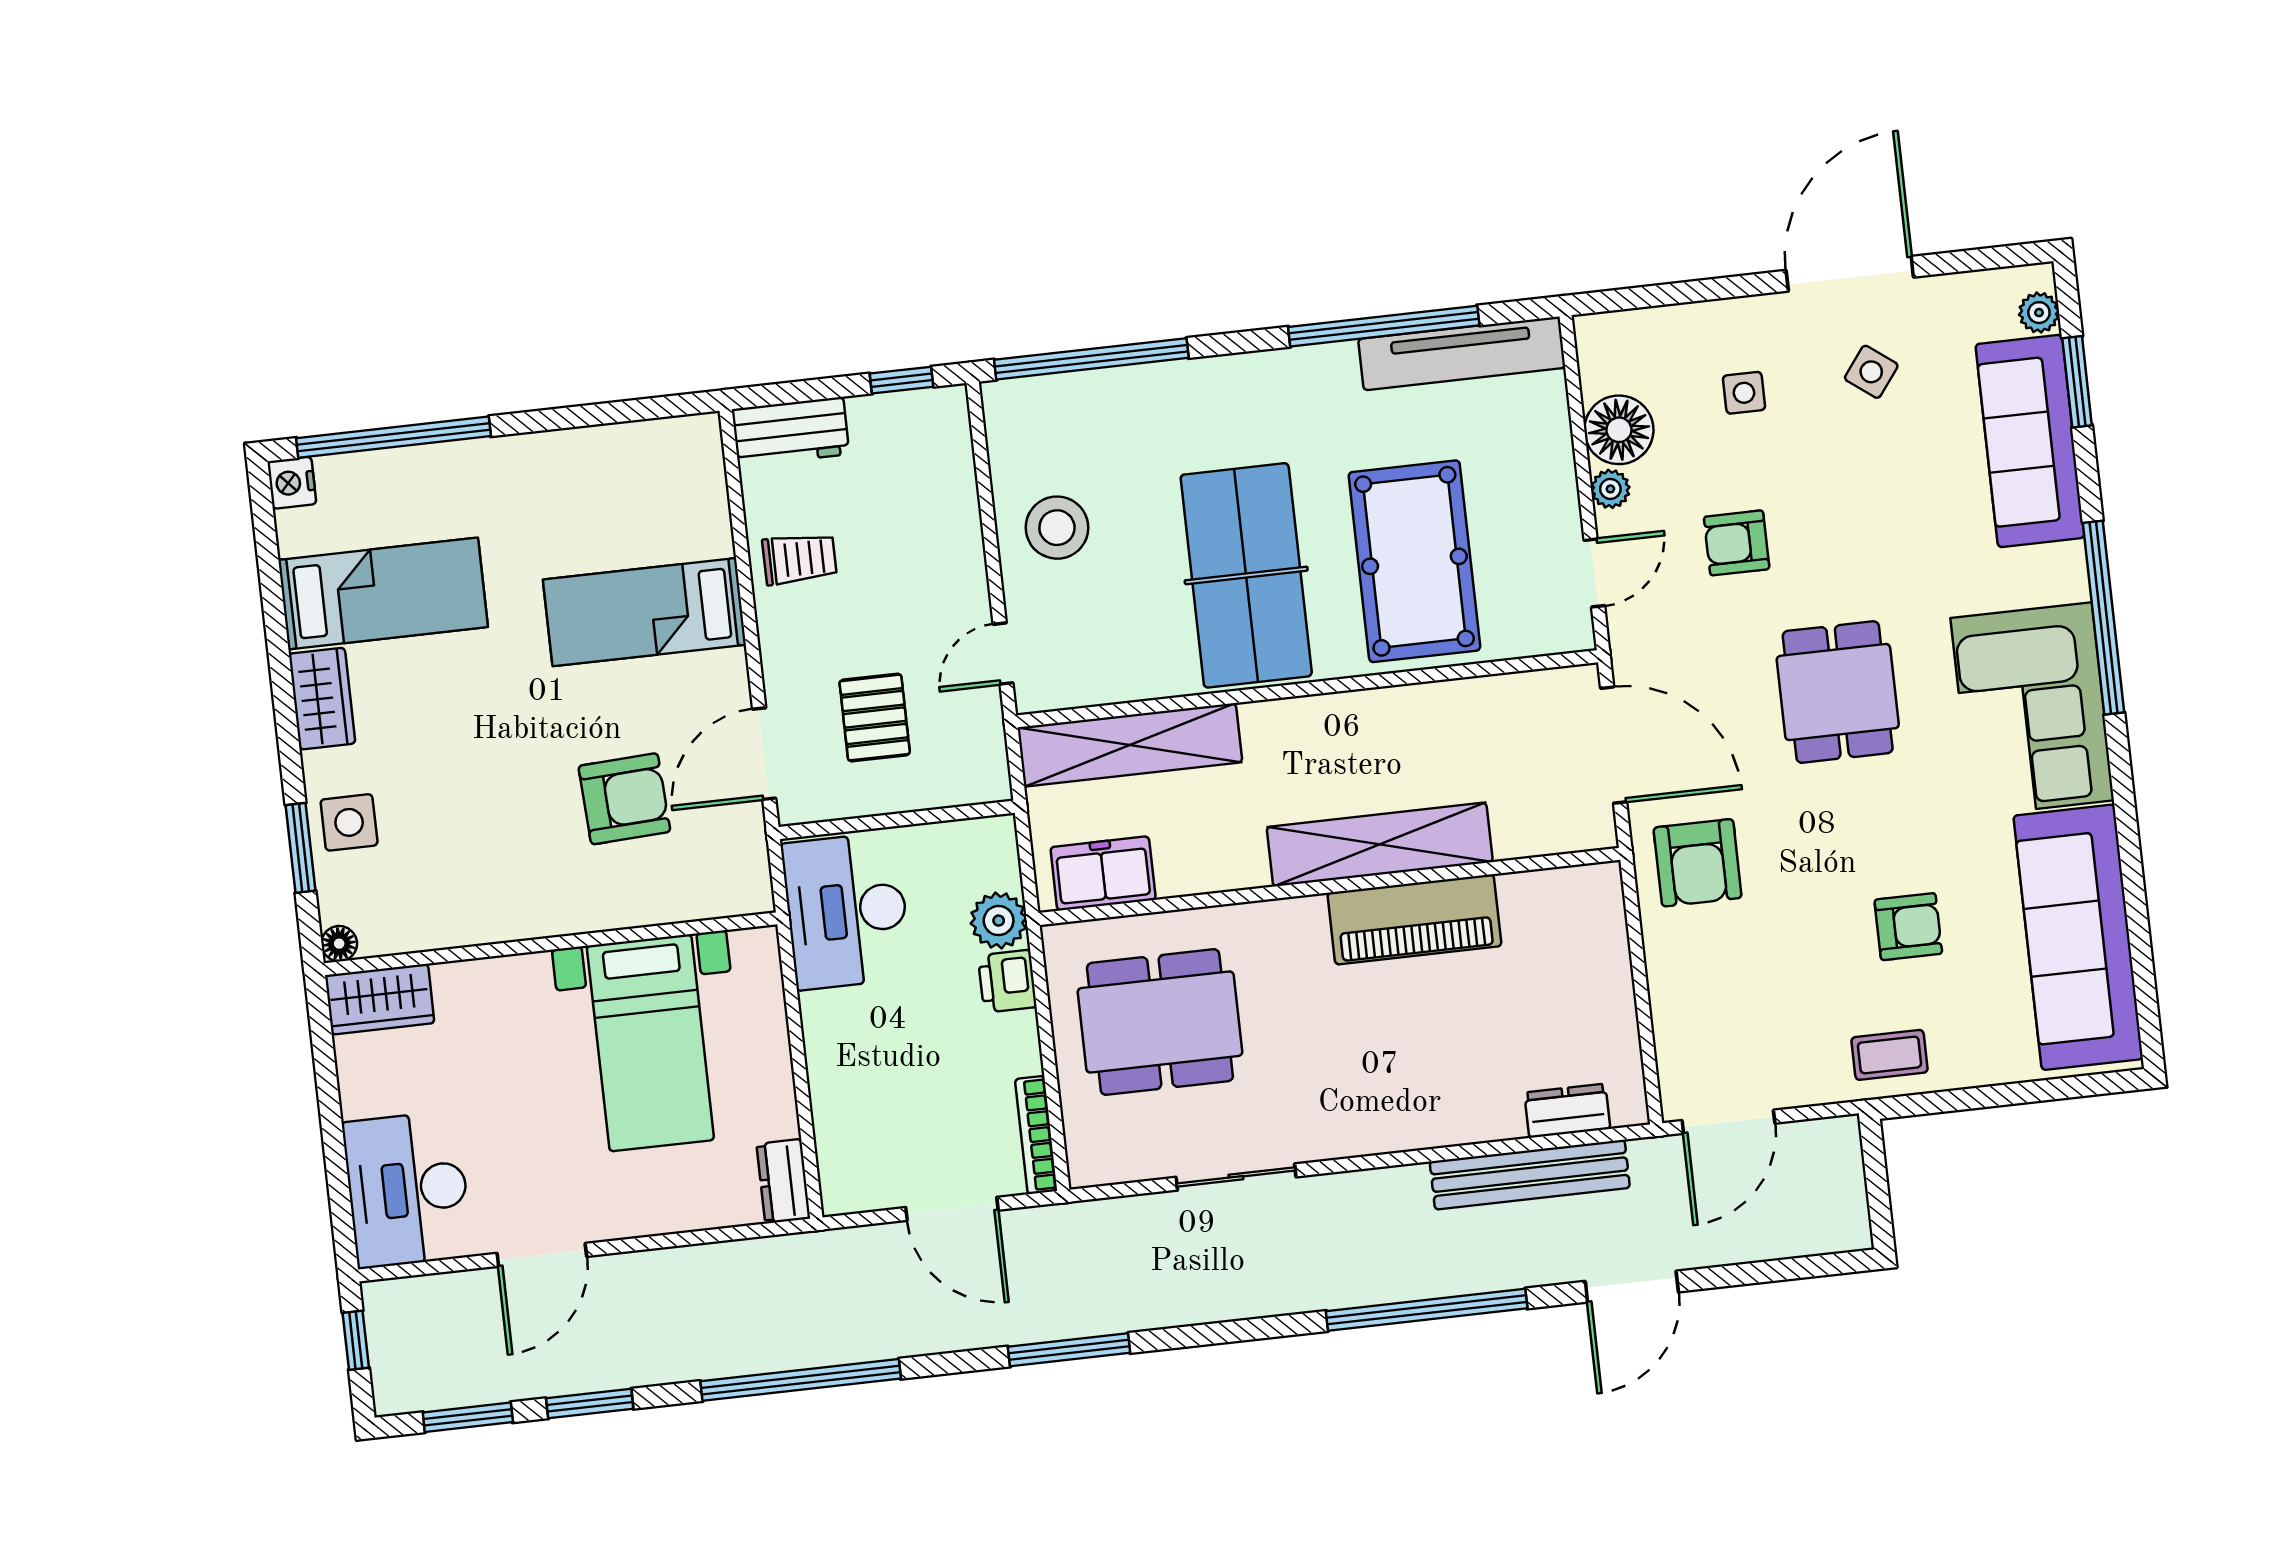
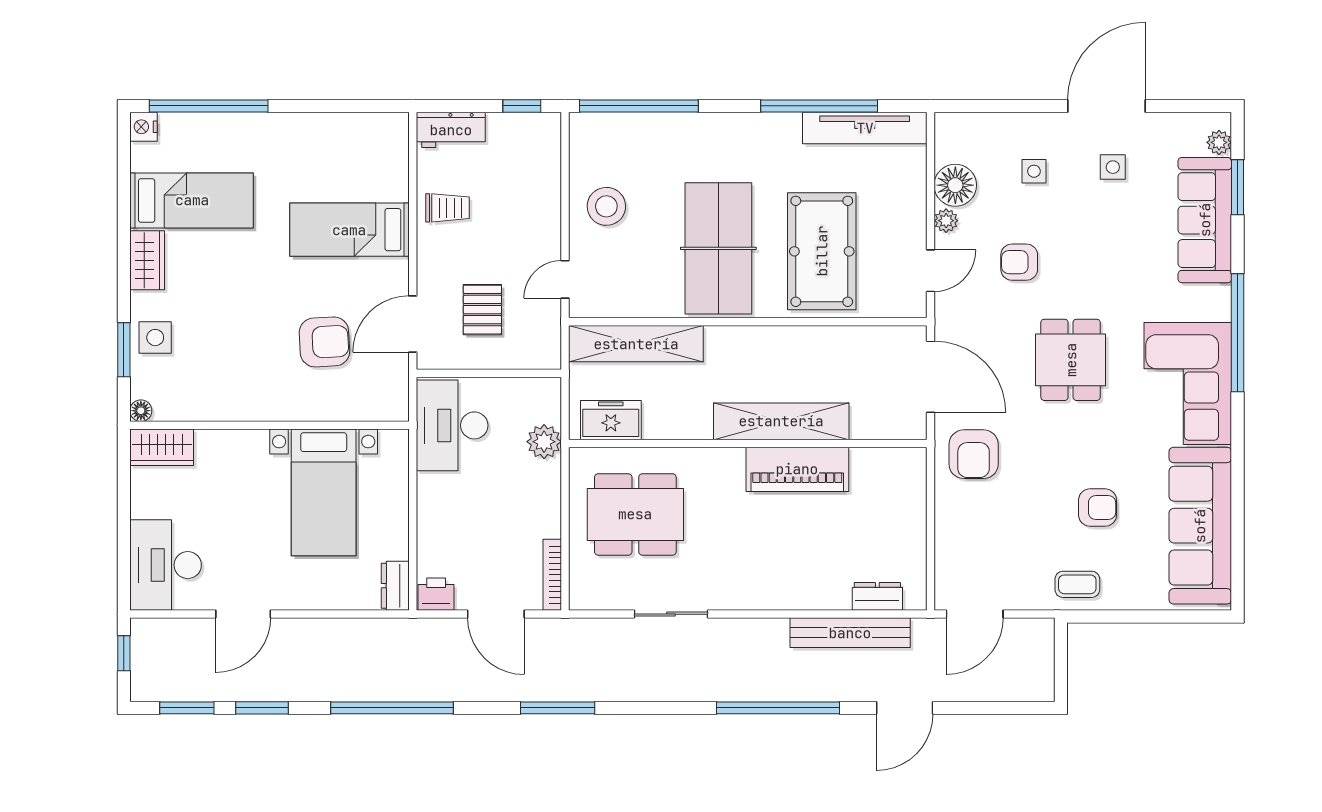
side table: (1871, 372) -> (1113, 167), turned -37
printer: (1007, 981) -> (436, 594), moved, turned 90

